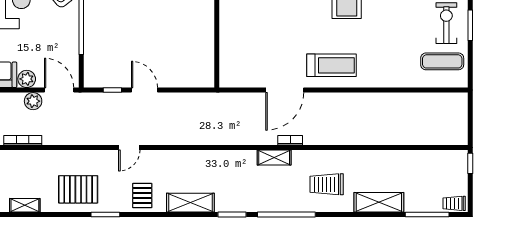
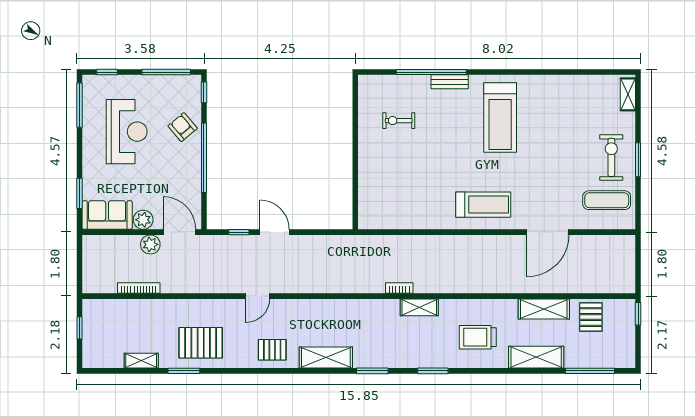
door: (285, 90) -> (548, 232), moved
bookcase: (290, 140) -> (399, 288), moved
shelving: (386, 159) -> (544, 309), added
pallet: (428, 166) -> (591, 317), added
pallet: (142, 196) -> (272, 350), turned 90
trolley: (454, 203) -> (620, 358), removed
window: (105, 214) -> (184, 371), moved
window: (286, 214) -> (433, 371), width x0.47

